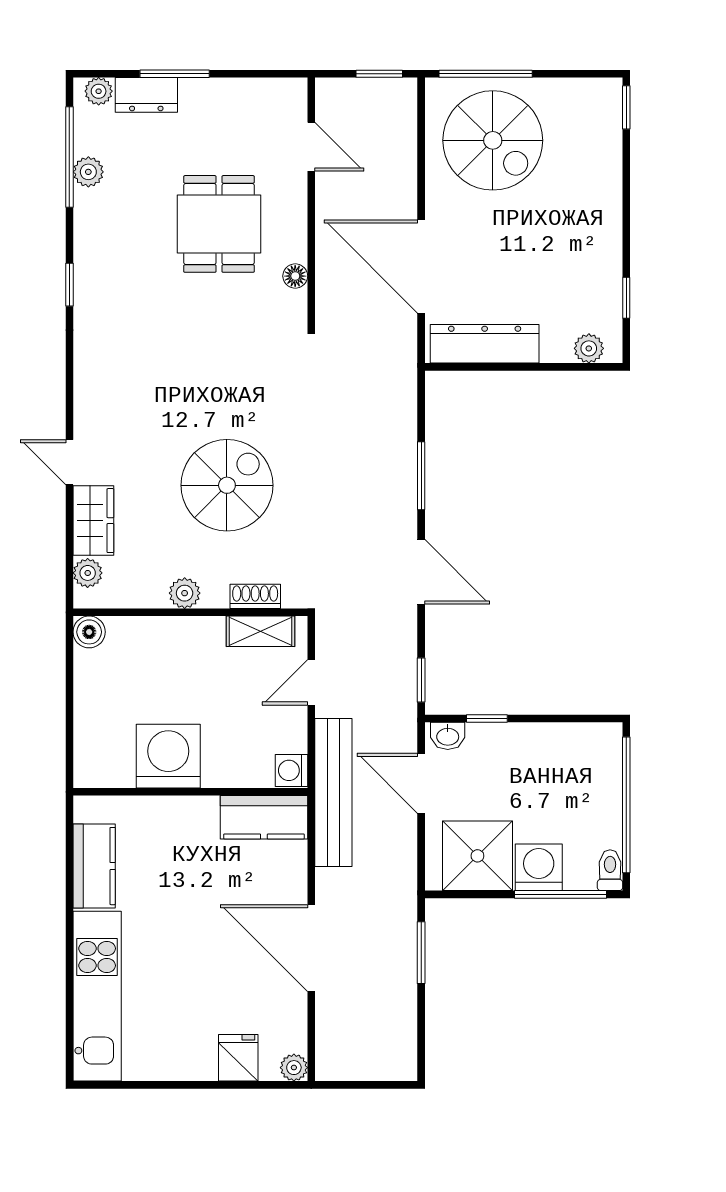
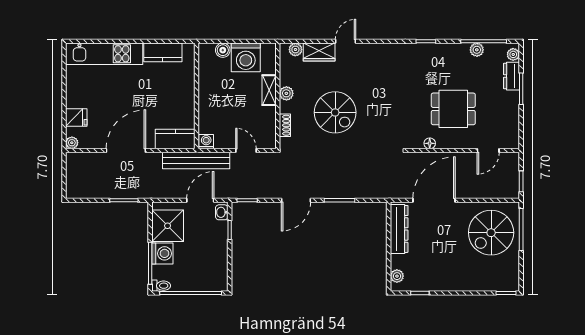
shelving: (260, 631) -> (269, 90), moved
boiler: (89, 632) -> (223, 50), moved
washing machine: (168, 756) -> (246, 57), moved, turned 90
kitchen counter: (264, 817) -> (175, 139), moved, turned 90

